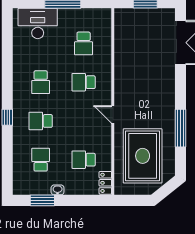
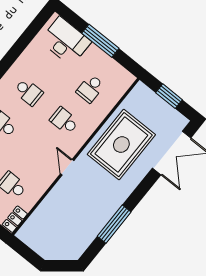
school desk: (41, 82) -> (29, 92), turned -90
rug: (143, 156) -> (121, 145), moved

